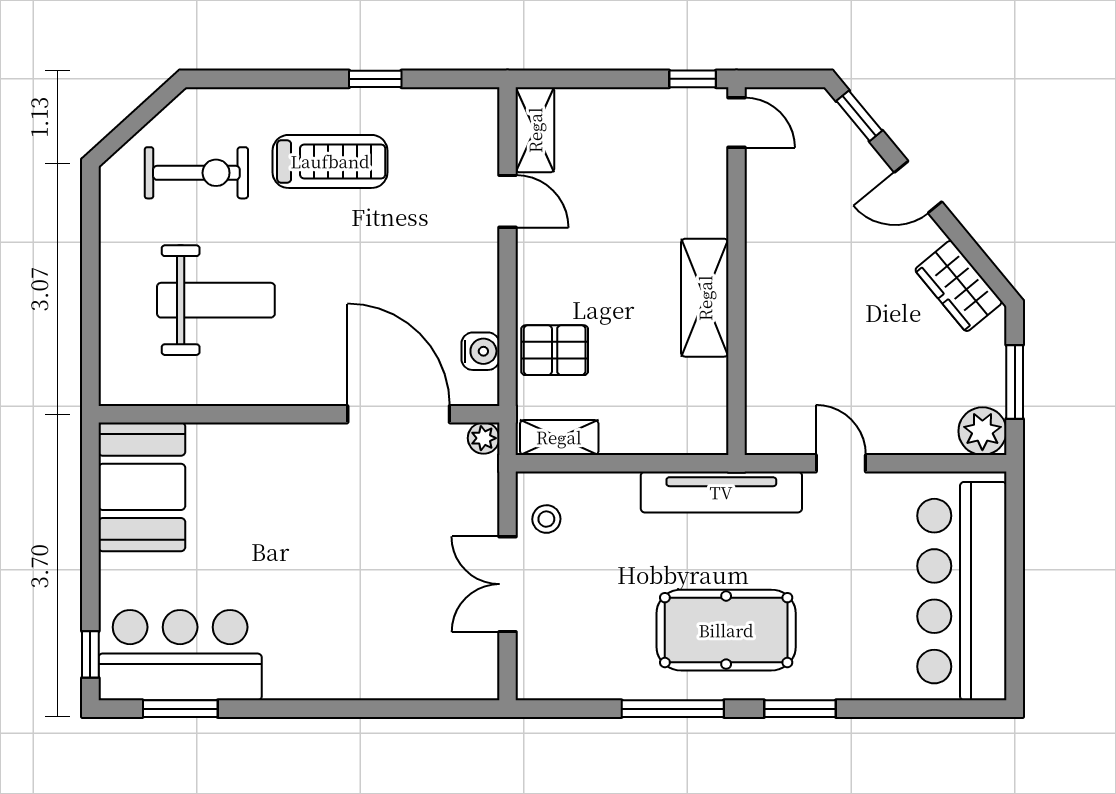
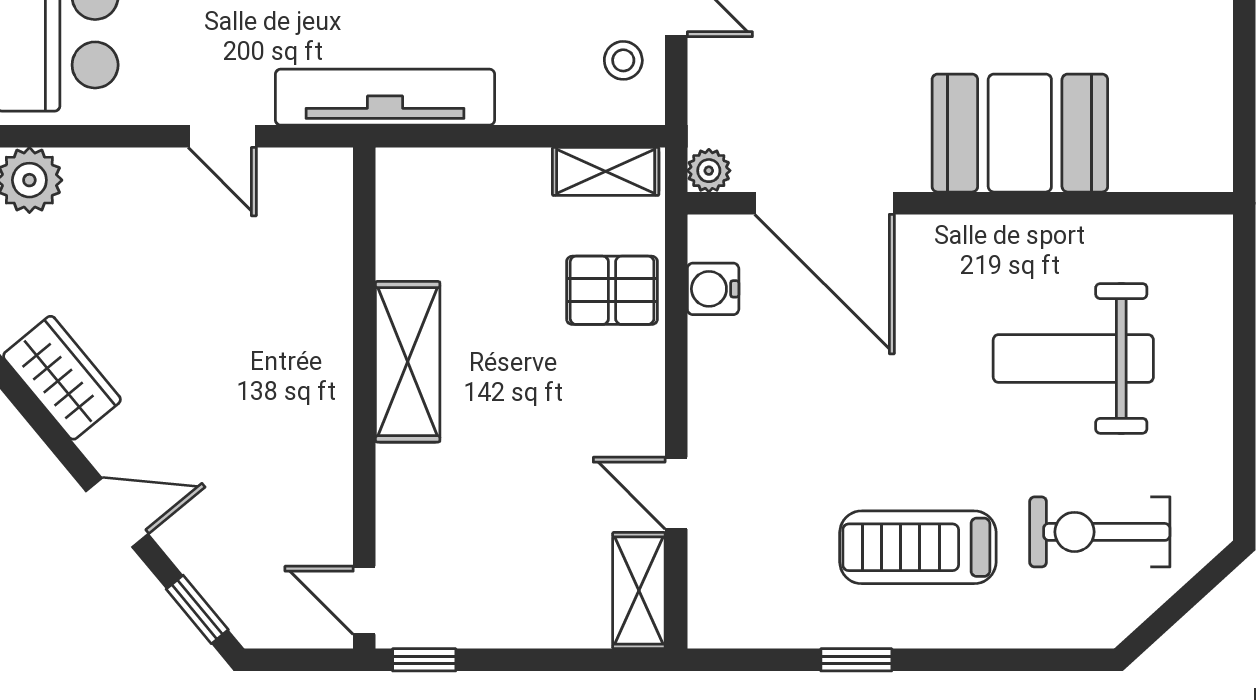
booth: (142, 487) -> (1020, 133), moved, turned 90

